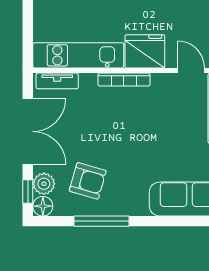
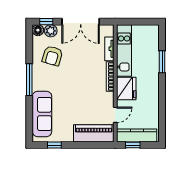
tv unit: (57, 81) -> (109, 49), moved
window: (102, 221) -> (29, 80), moved

